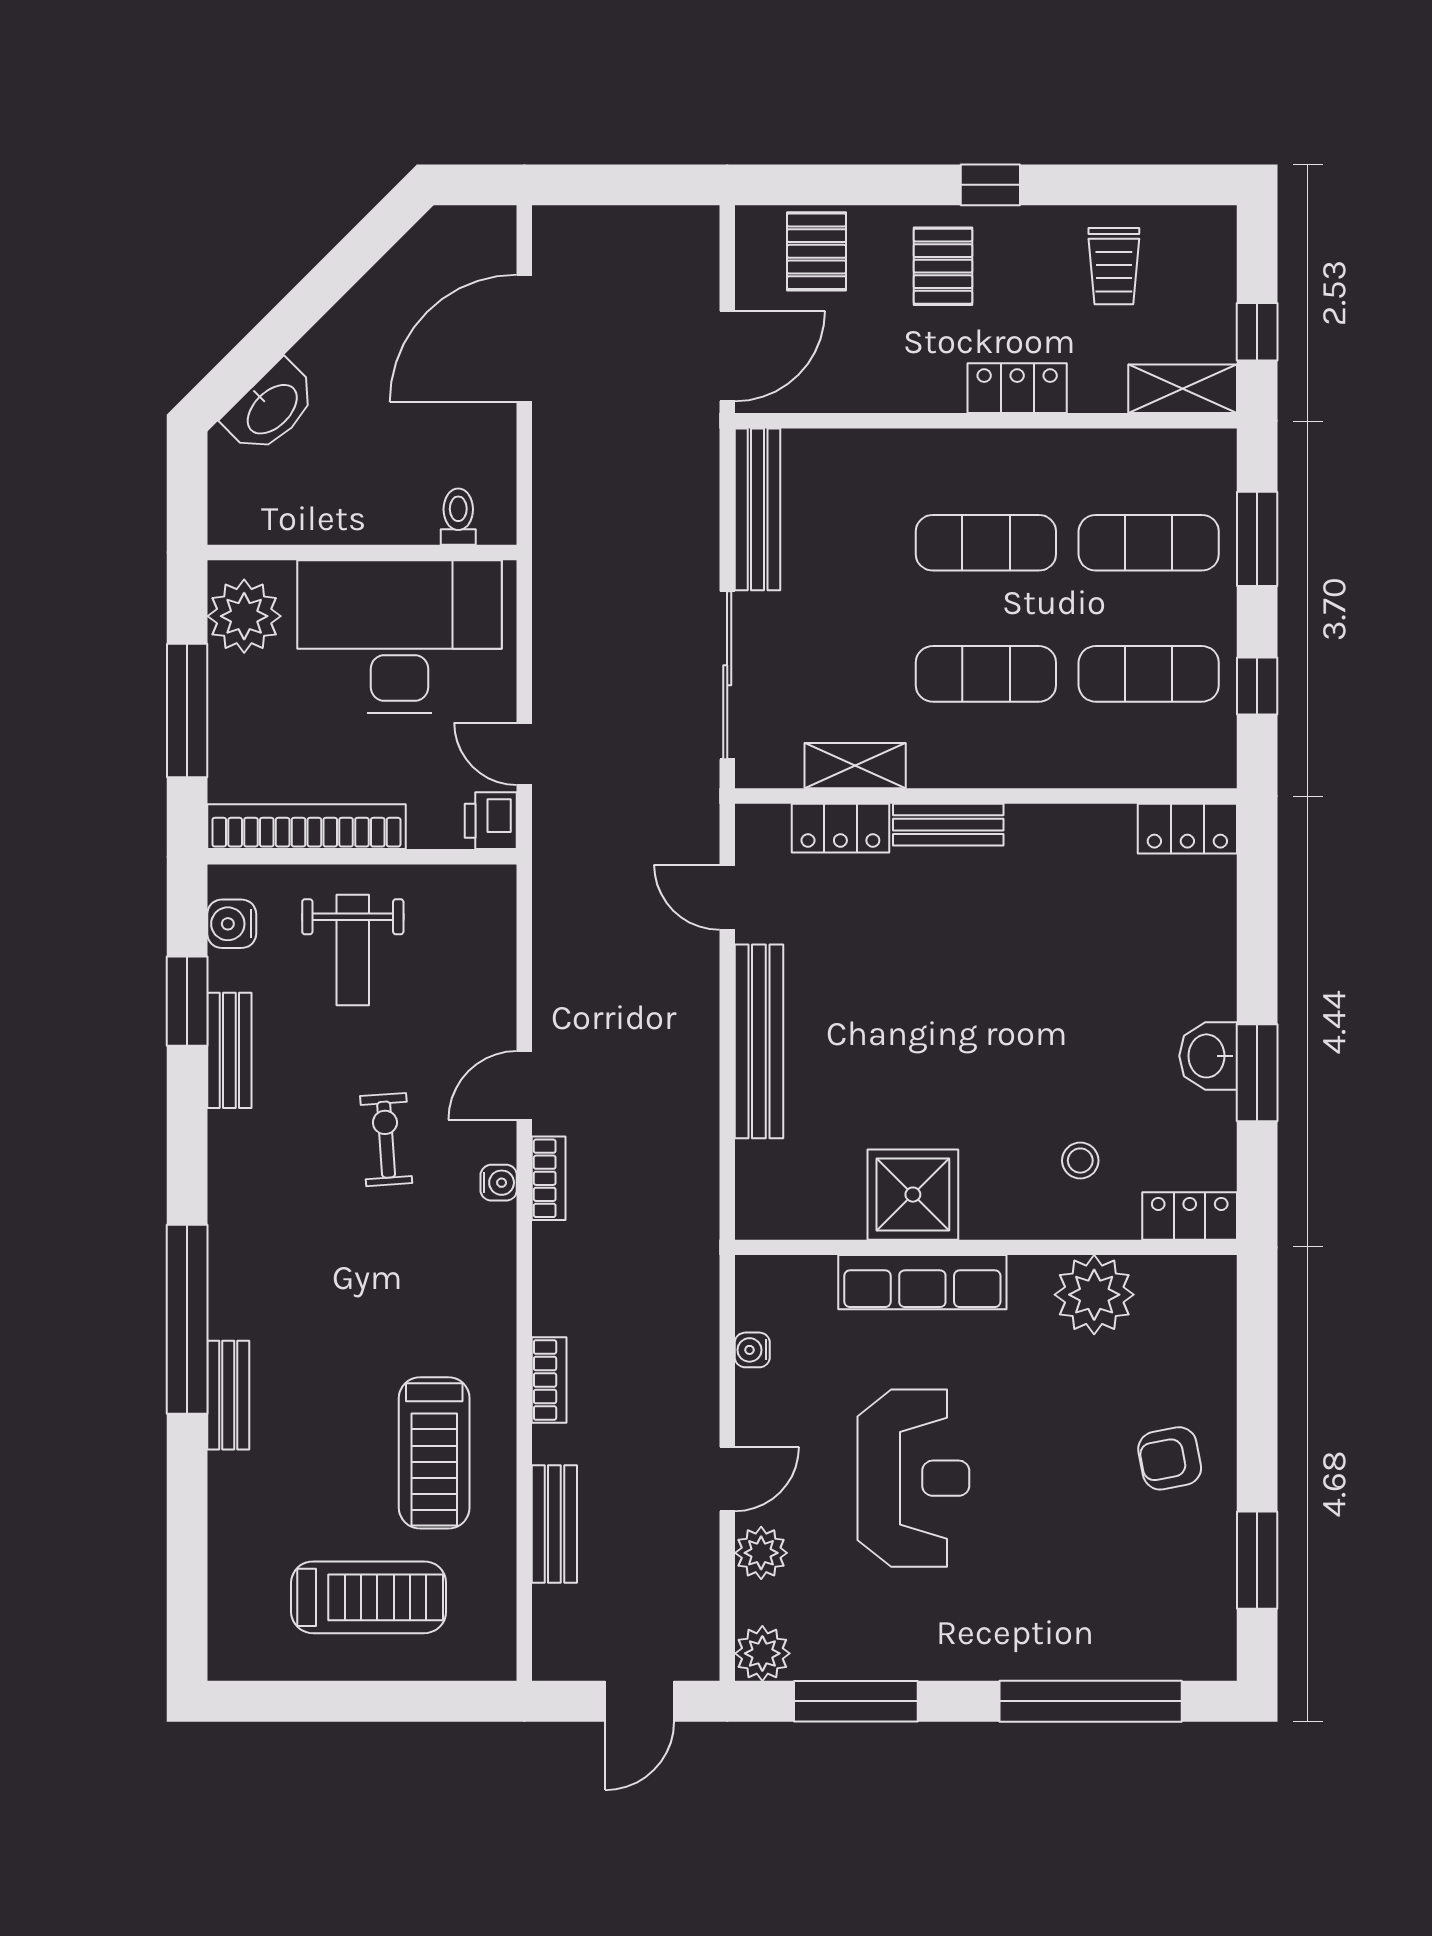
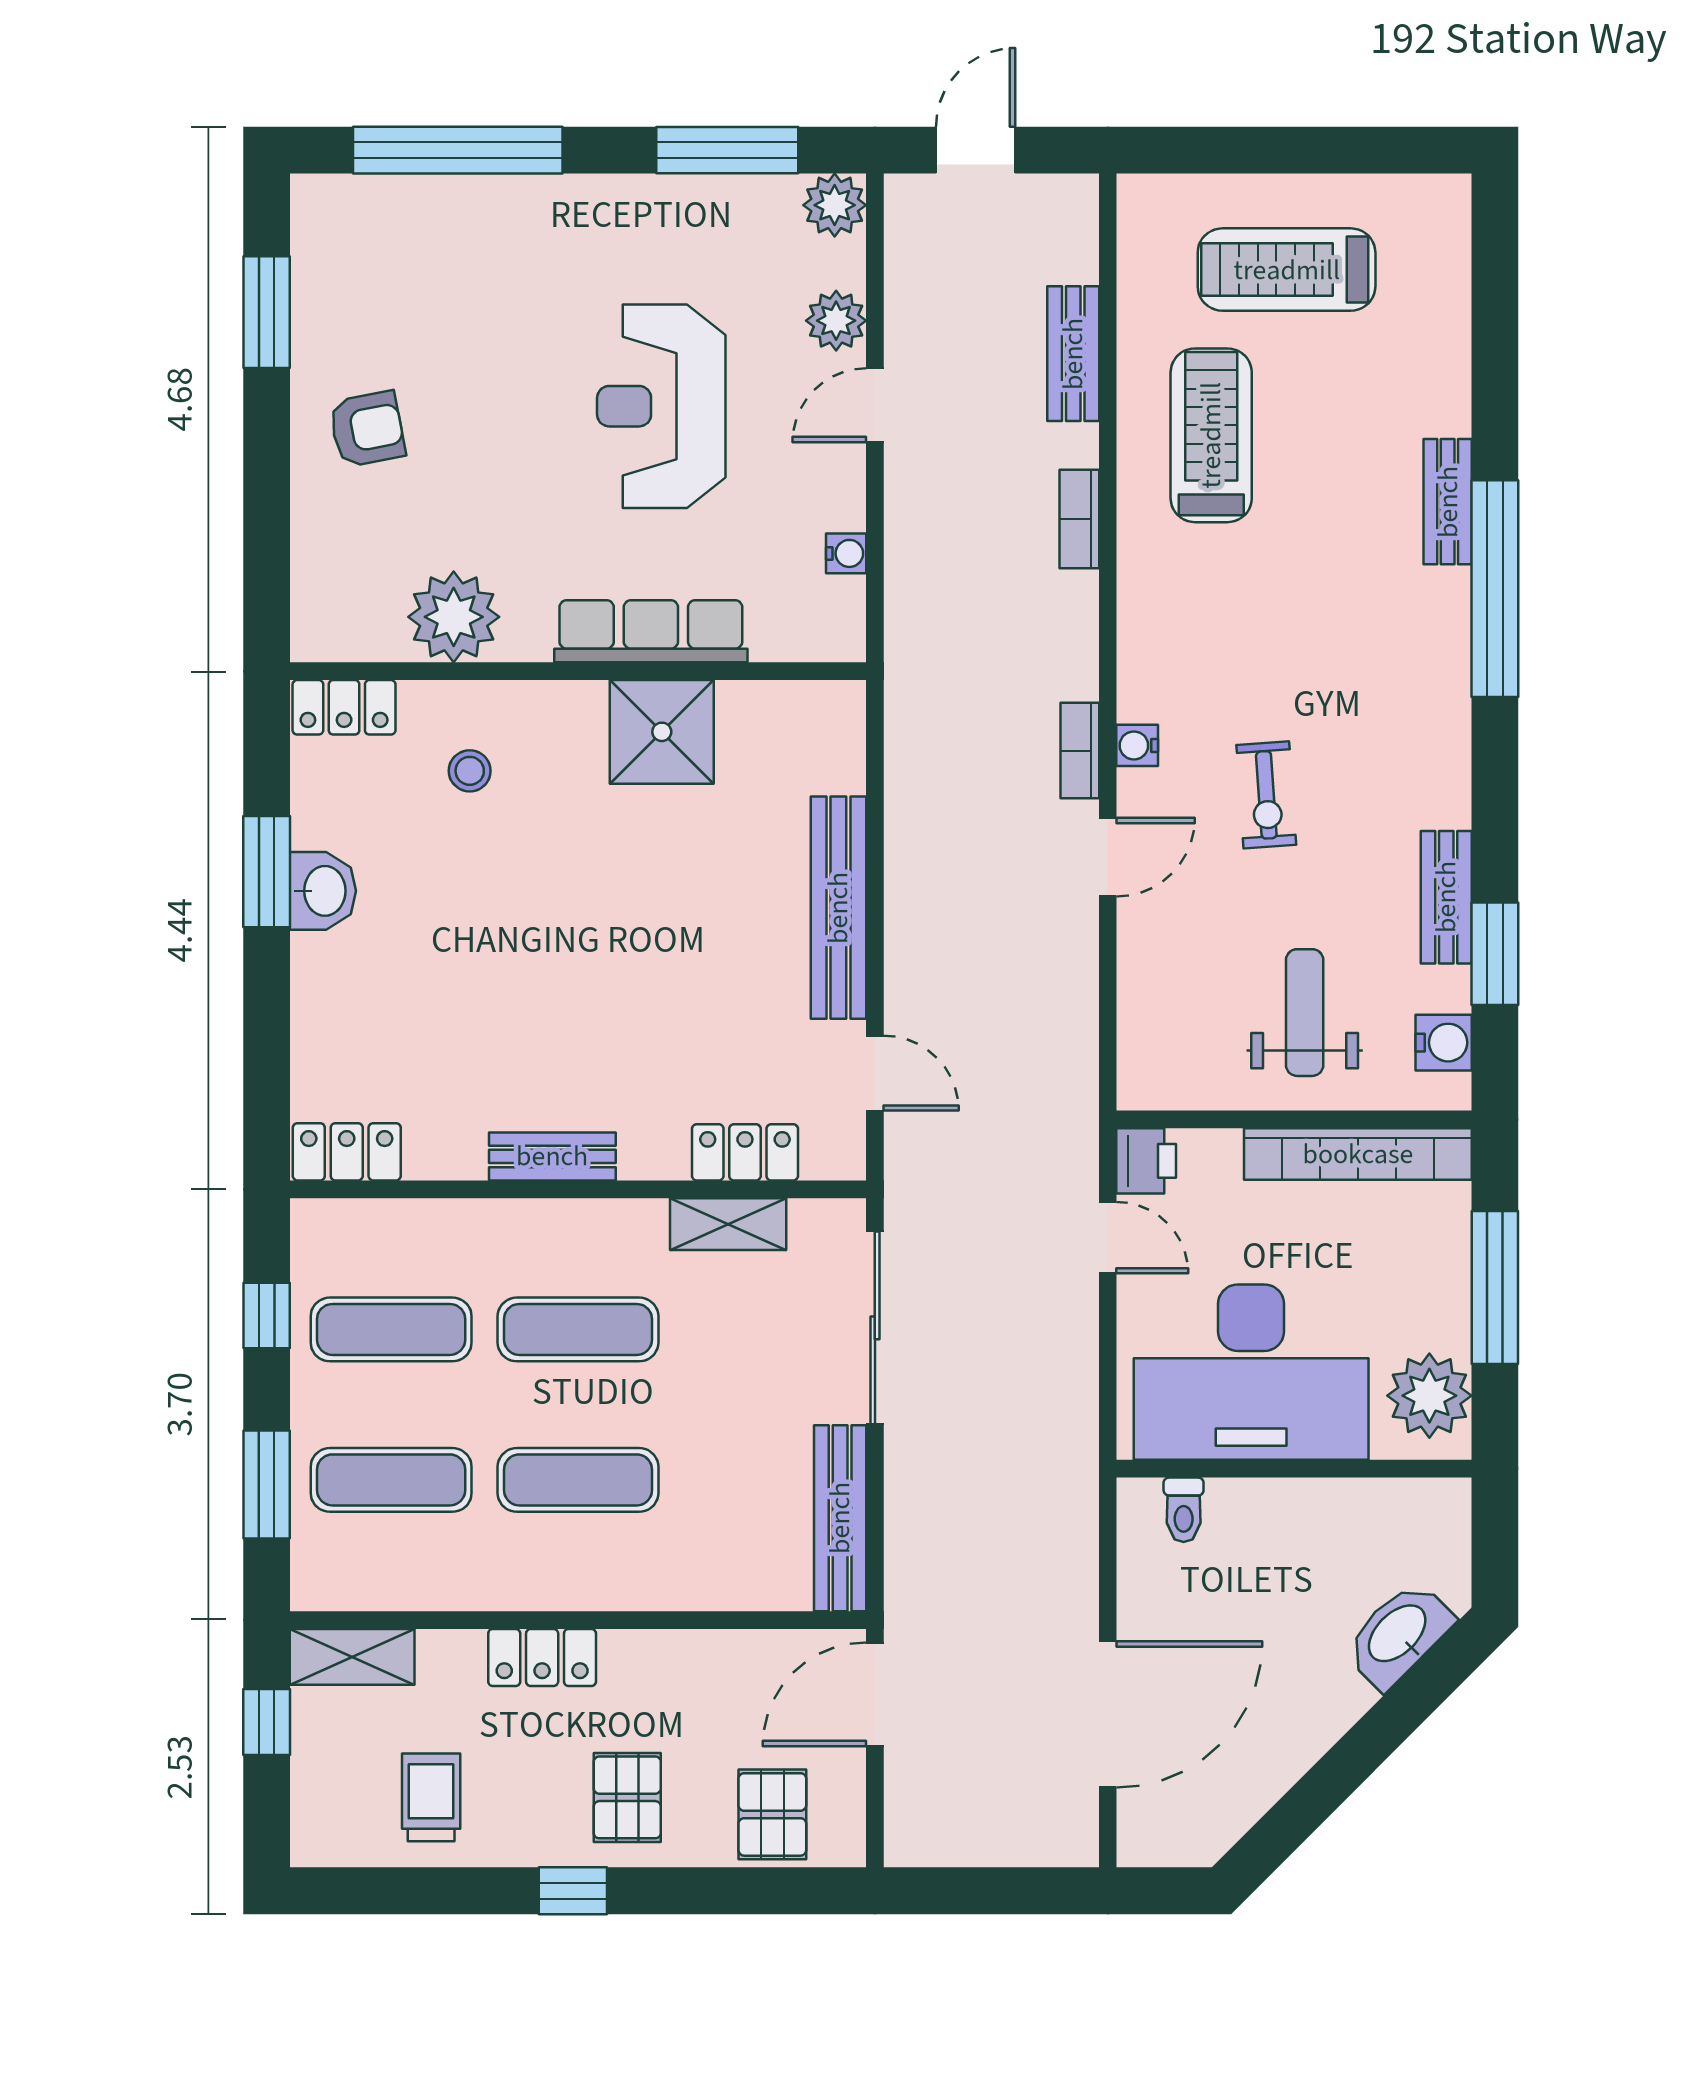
bench: (948, 825) -> (552, 1156), moved

